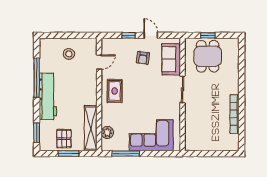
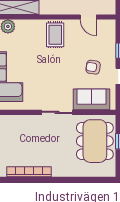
dining table: (208, 56) -> (95, 141), width x1.38
rug: (115, 91) -> (55, 35), turned 90

